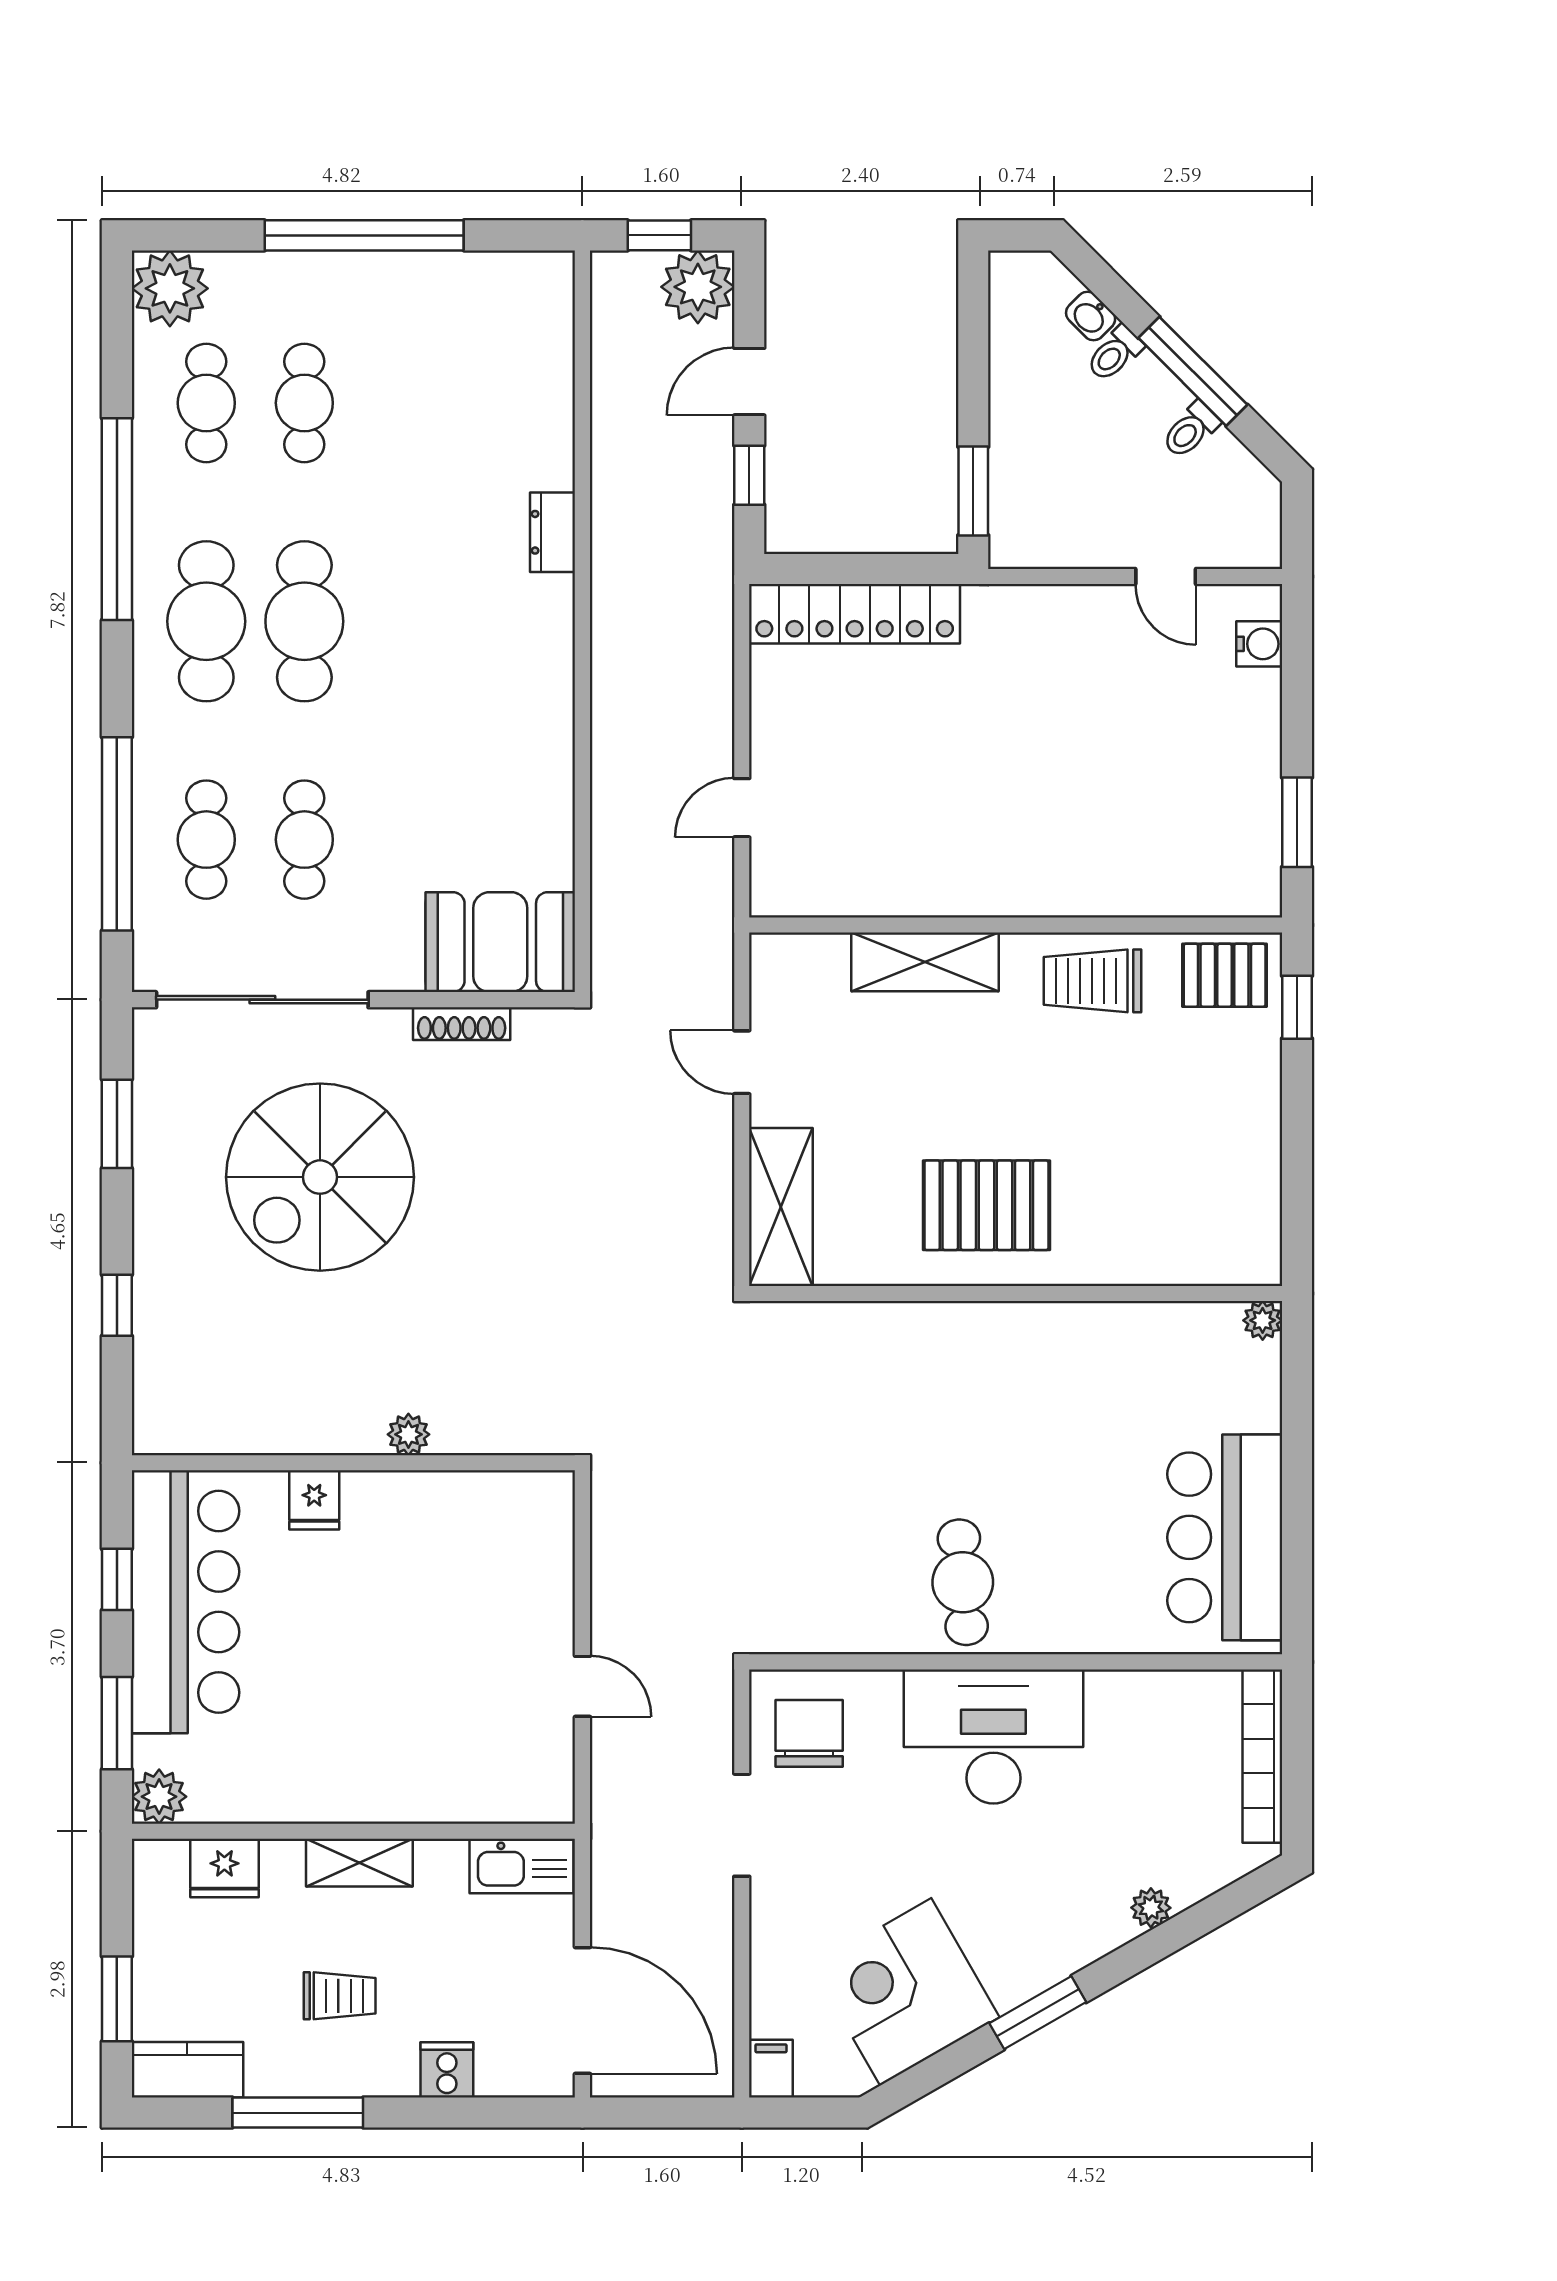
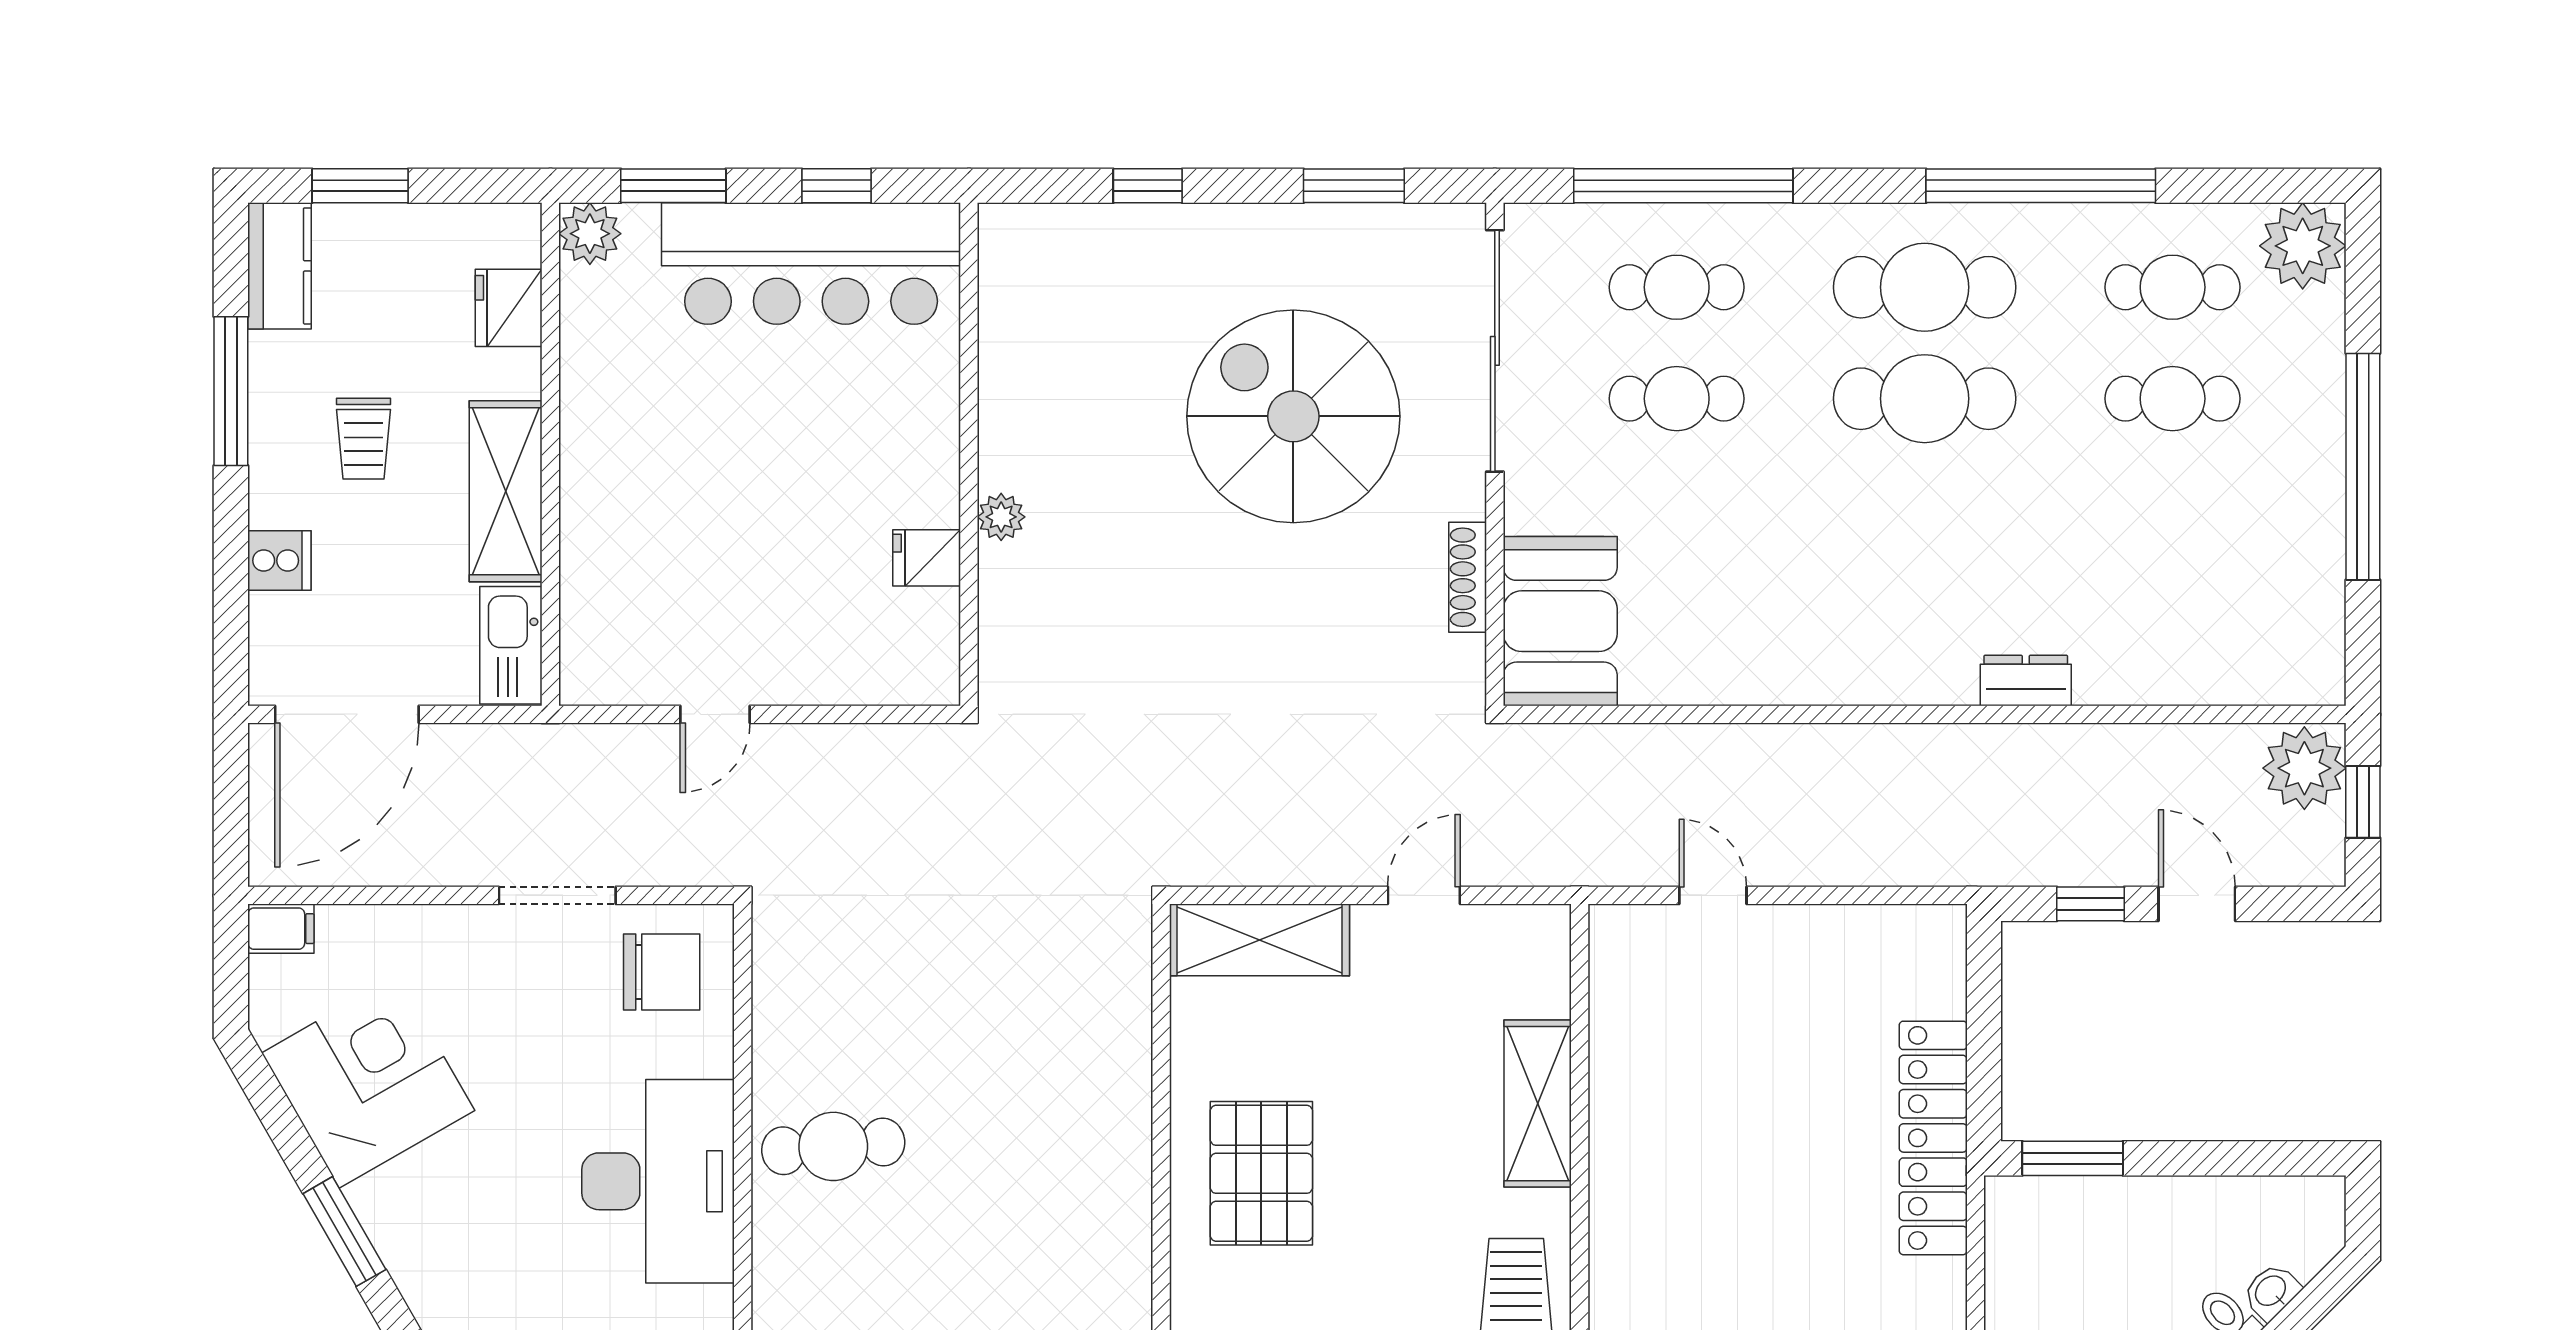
plant: (698, 287) -> (2304, 768), moved
locker: (855, 614) -> (1933, 1138), moved
fridge: (314, 1500) -> (927, 558), moved
shelving: (359, 1863) -> (506, 491), width x1.50, depth x1.33

